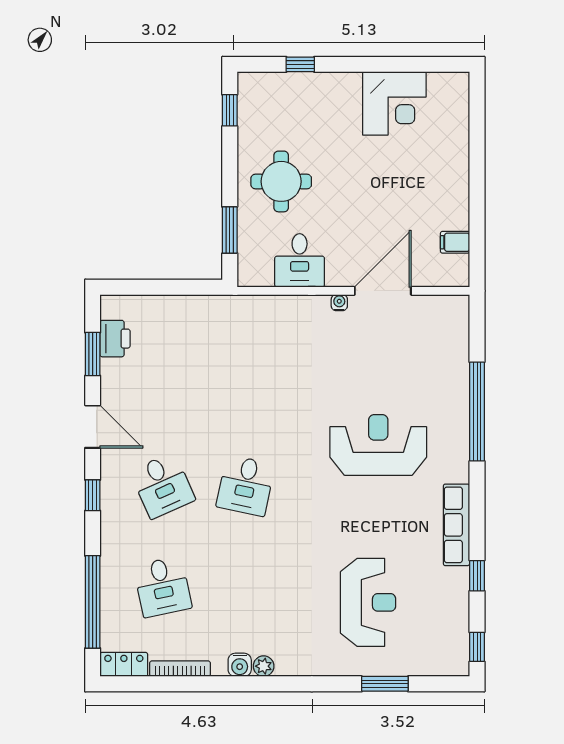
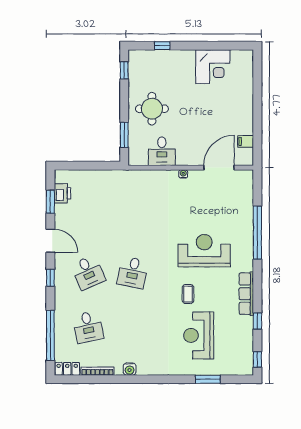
door: (383, 291) -> (219, 168), moved
coffee table: (348, 526) -> (188, 294), added
reception desk: (368, 602) -> (199, 335), turned 180
plant: (264, 666) -> (142, 370), removed

